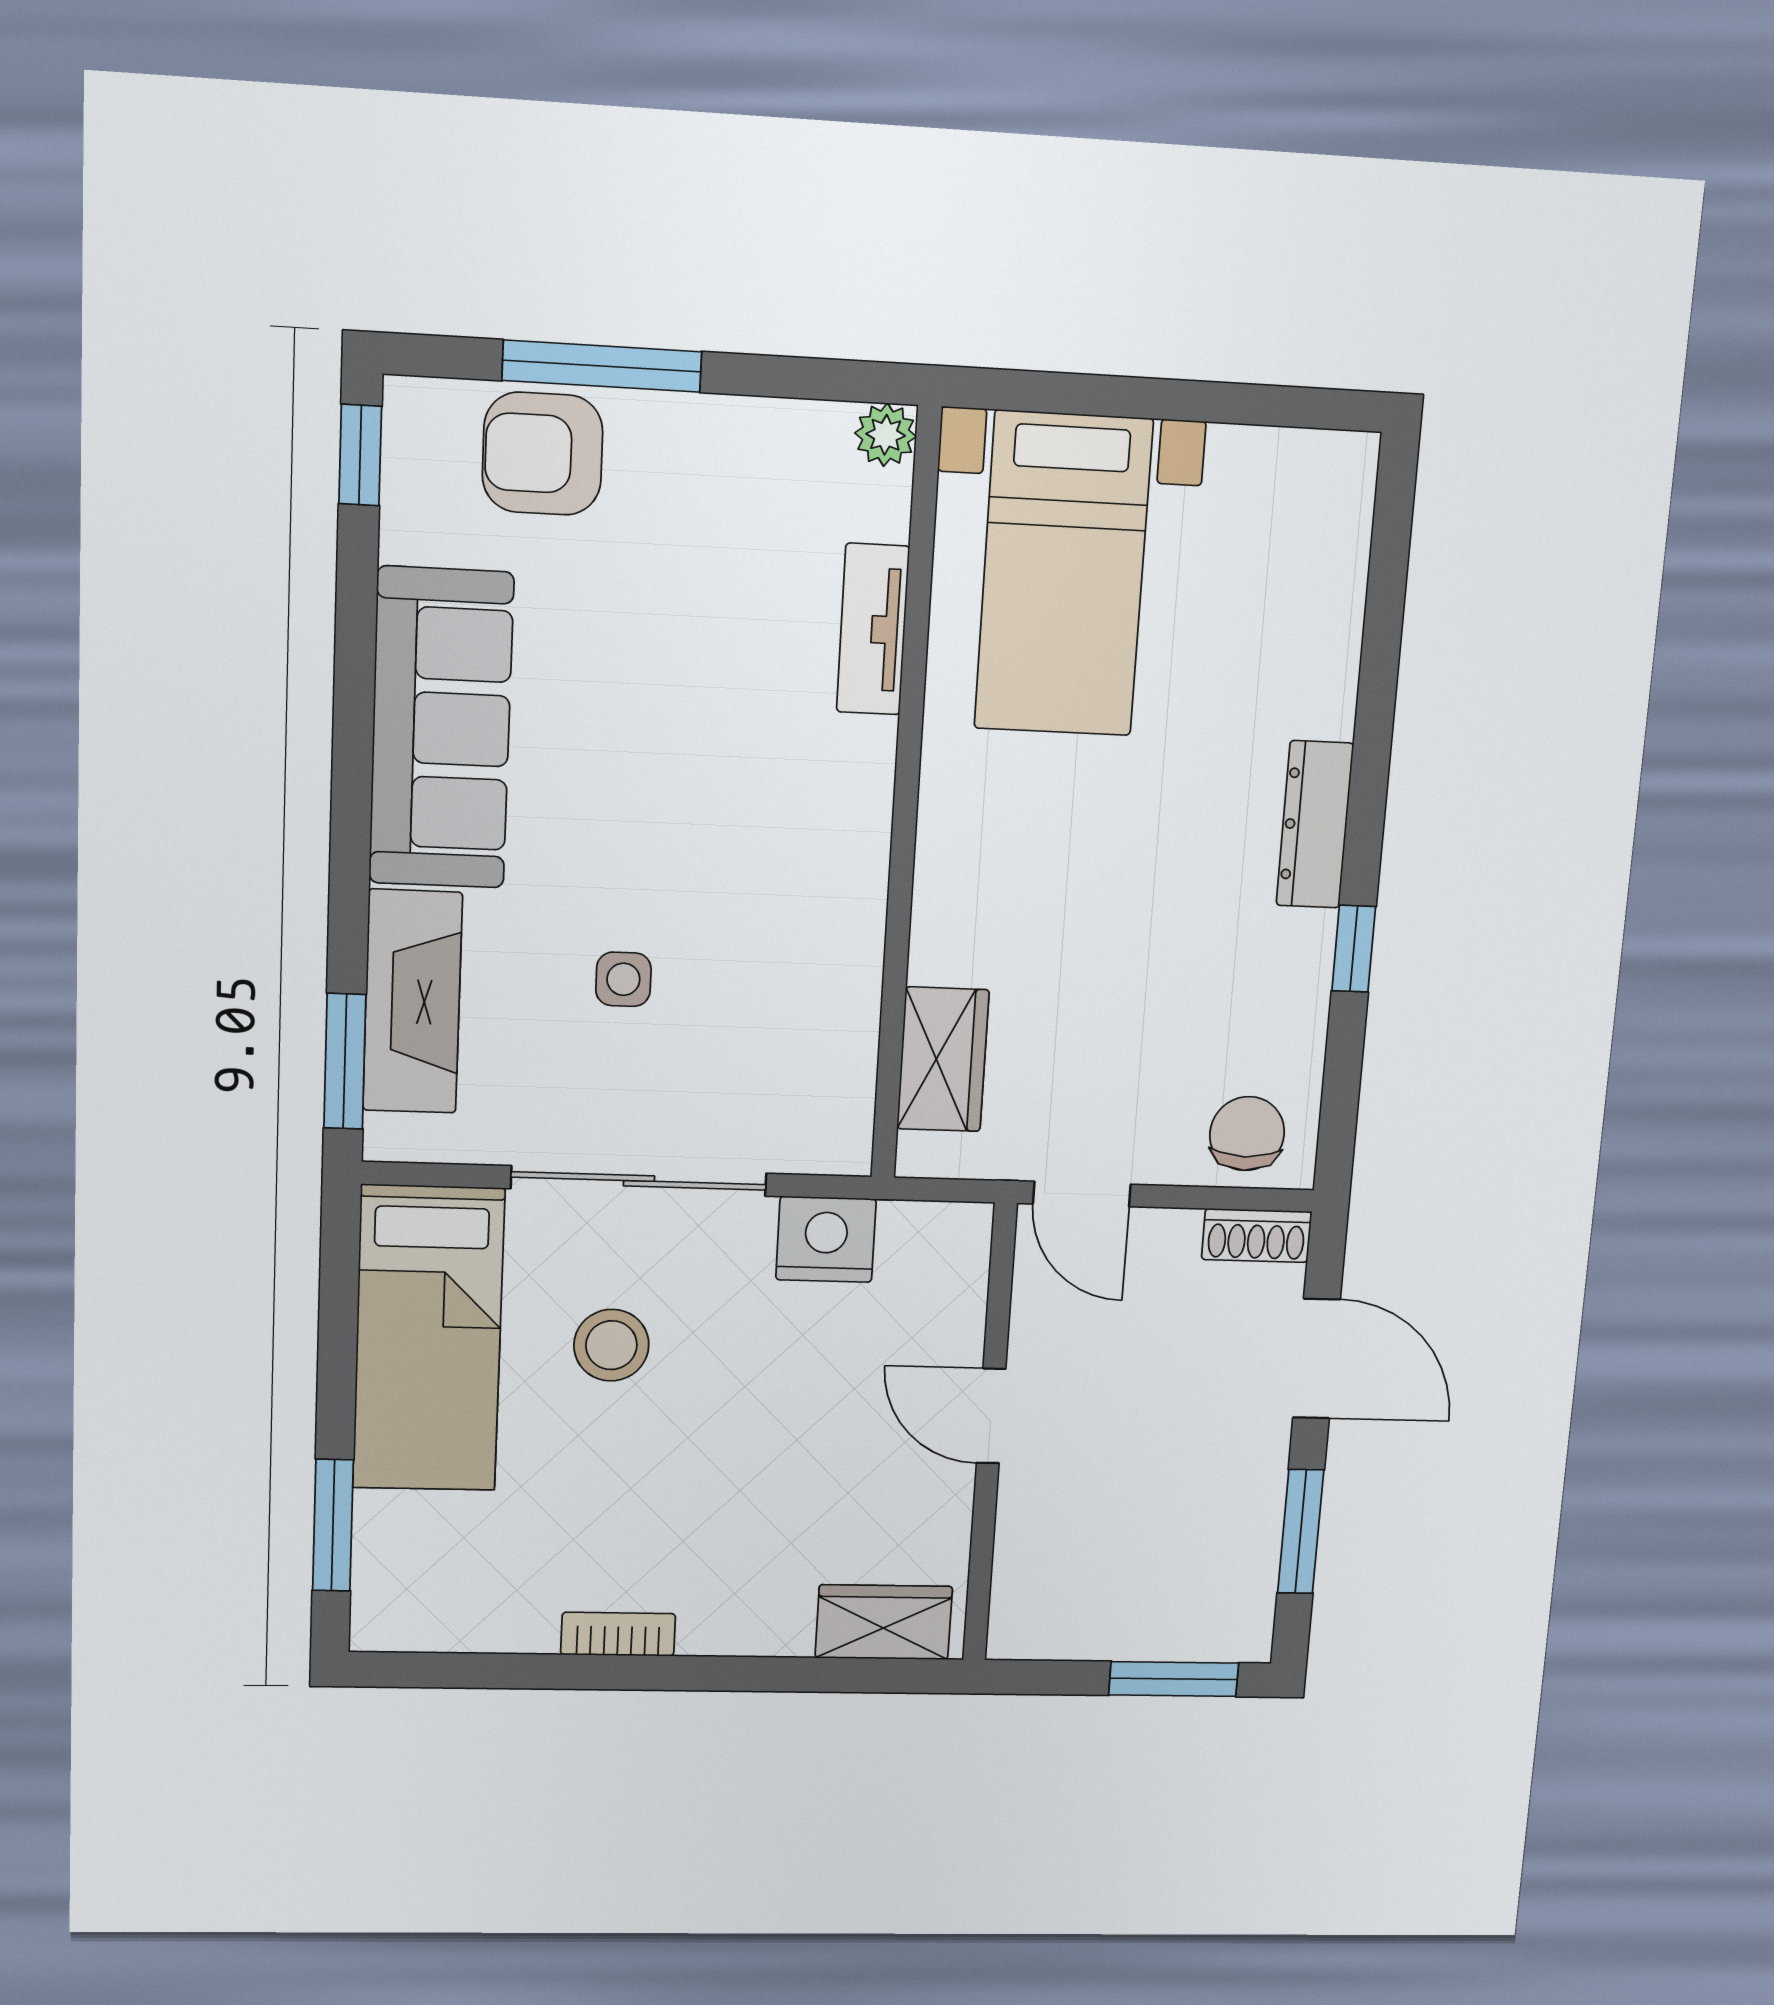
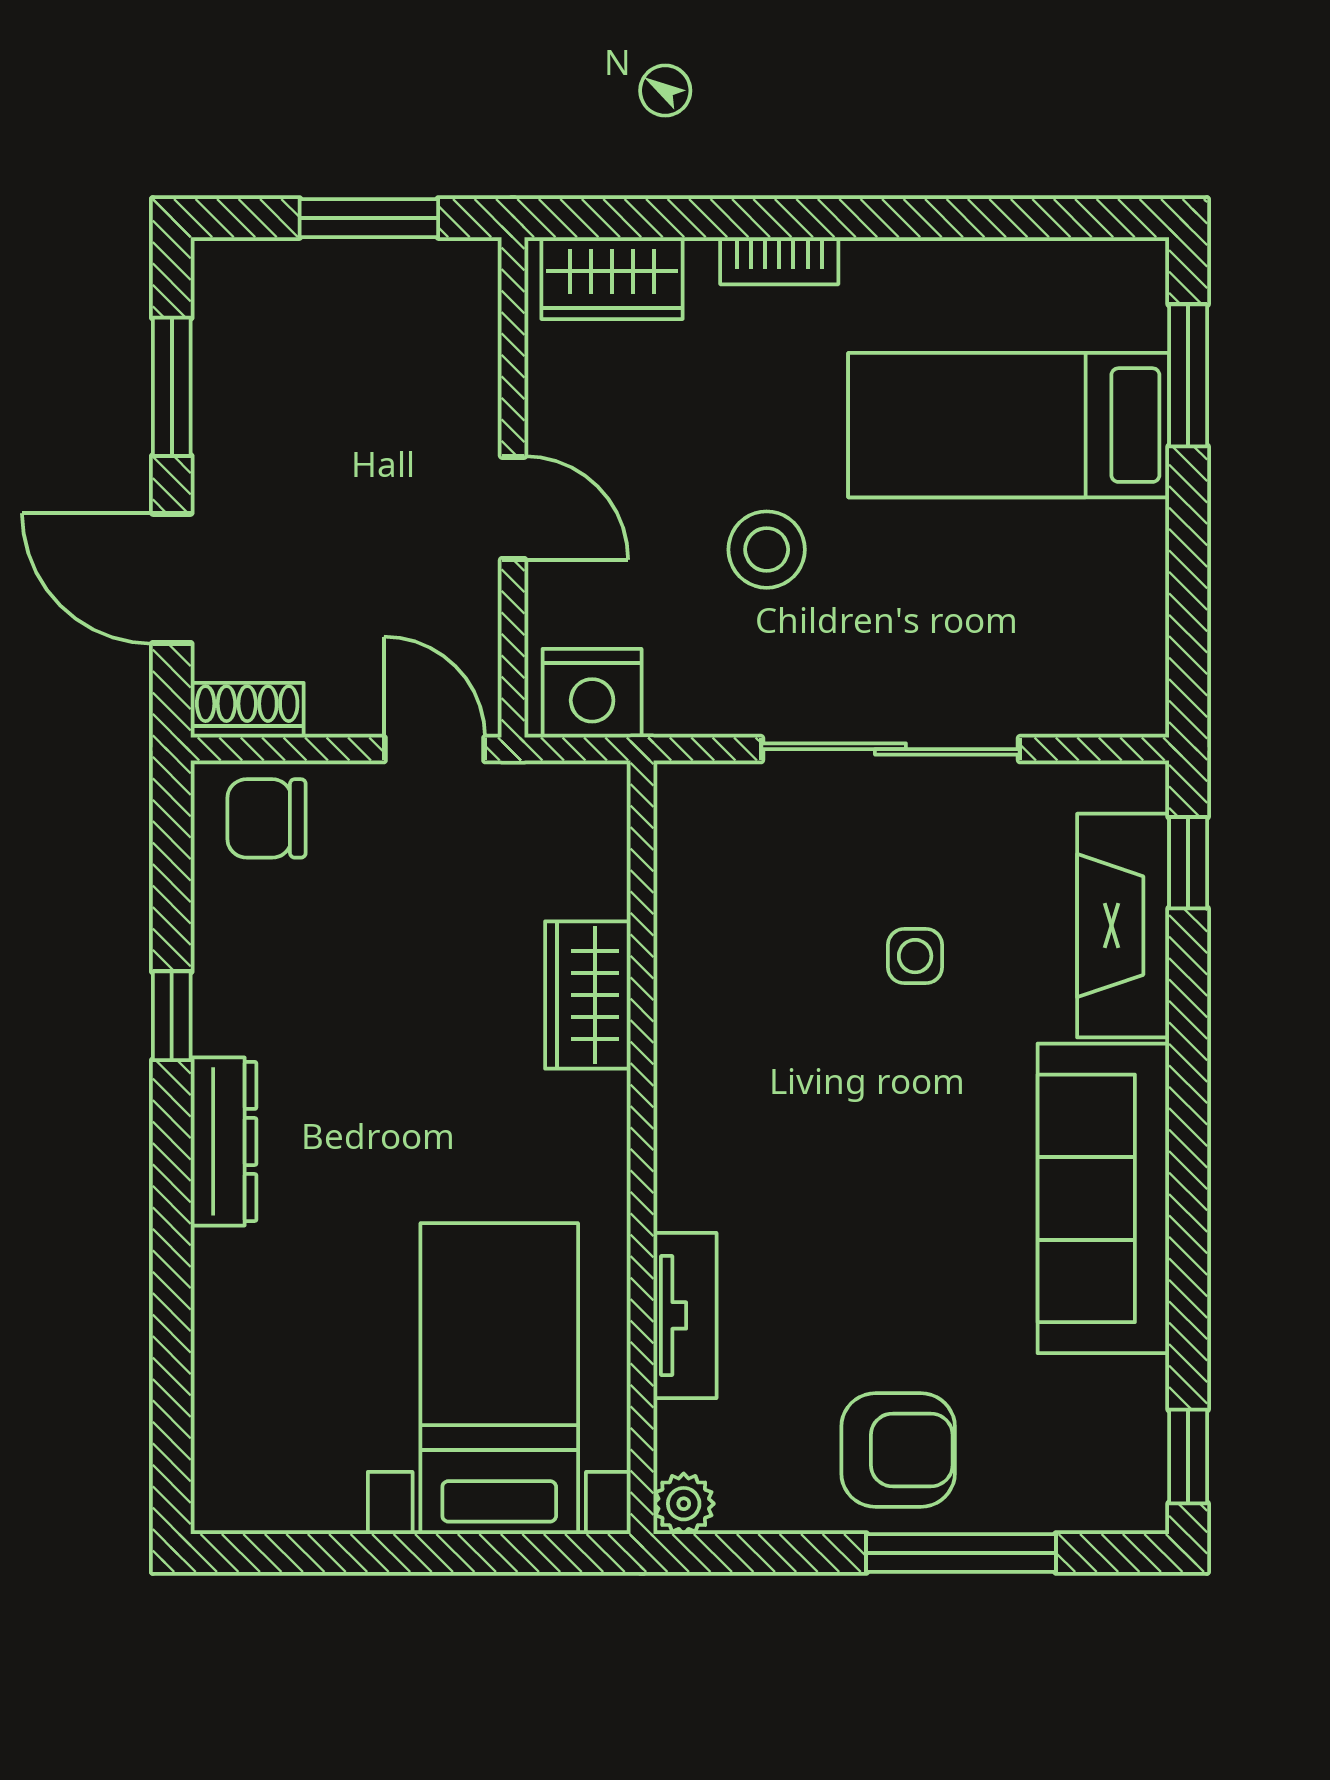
armchair: (543, 454) -> (898, 1450), moved
wardrobe: (943, 1059) -> (588, 995), moved
window: (345, 1061) -> (1188, 863), width x0.67
chair: (1247, 1134) -> (266, 818), turned 90
nightstand: (826, 1239) -> (592, 693), moved
bed: (428, 1339) -> (1009, 425), moved, turned -90
stool: (611, 1345) -> (767, 550), moved
bookcase: (618, 1634) -> (779, 261), moved
window: (1174, 1679) -> (369, 218), moved

